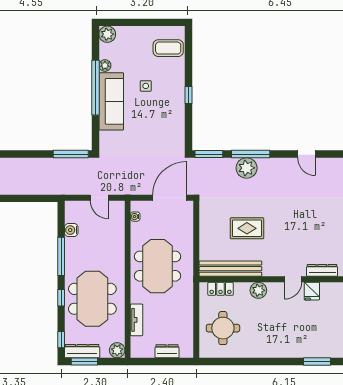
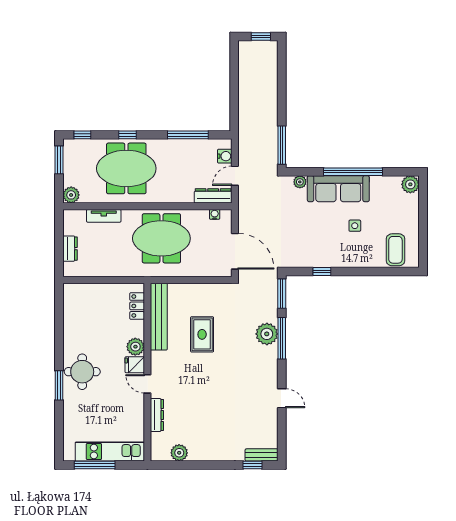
plant: (105, 66) -> (300, 182), moved
window: (188, 95) -> (322, 272), moved
door: (307, 154) -> (282, 398), swing flipped
water cooler: (71, 230) -> (225, 156), moved, turned 90
window: (61, 256) -> (188, 135), moved
fridge: (312, 291) -> (135, 365), moved
round table: (223, 328) -> (82, 372), moved
dresser: (82, 351) -> (213, 196), moved, turned -90
window: (317, 362) -> (59, 385), moved

